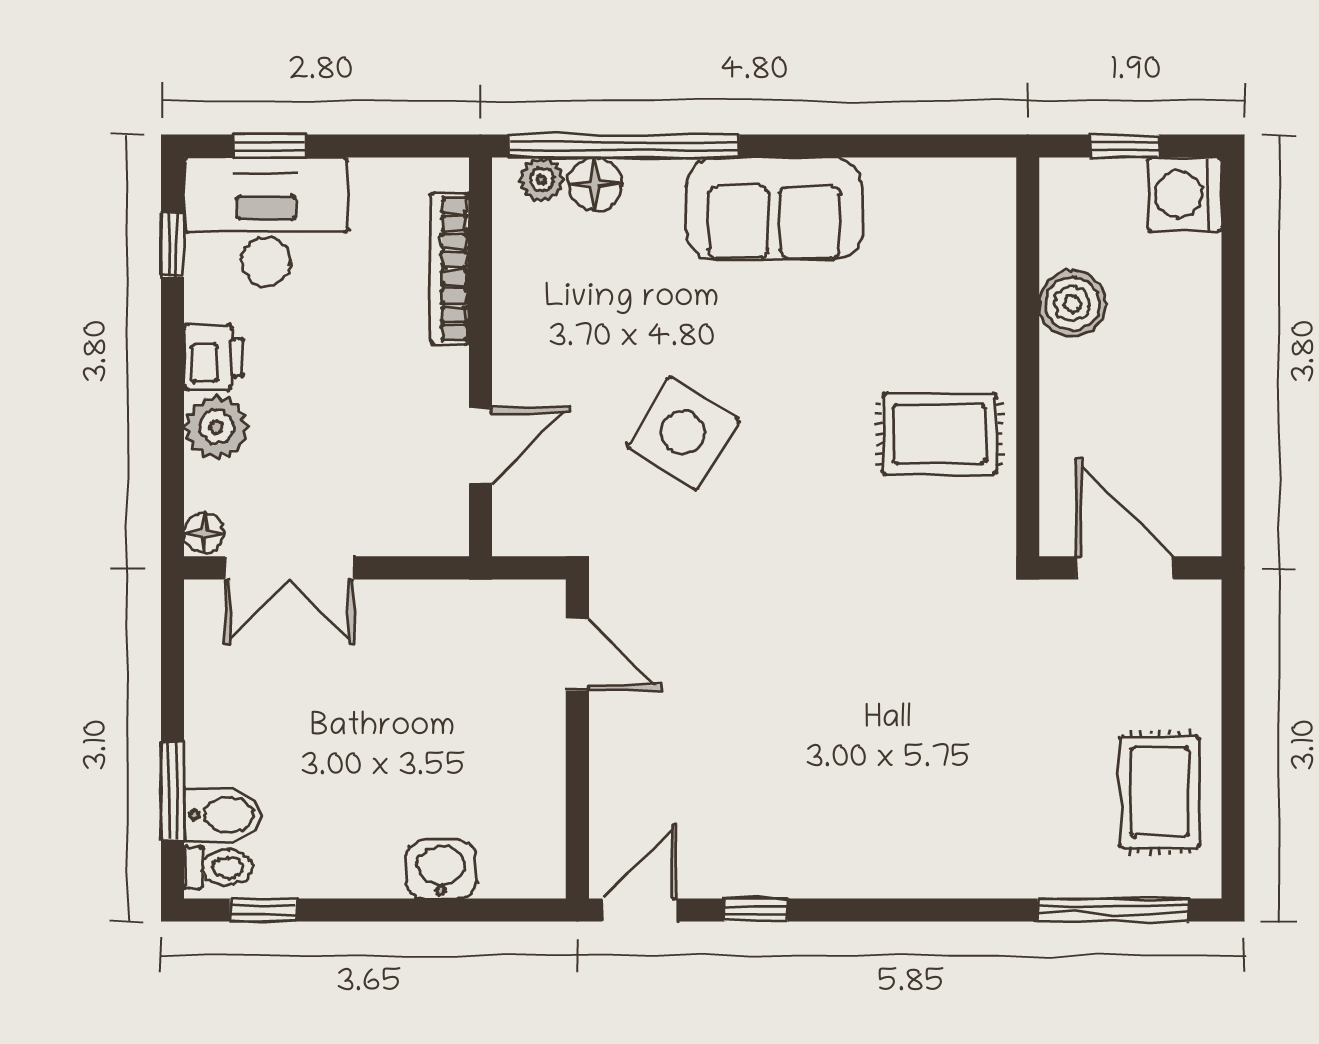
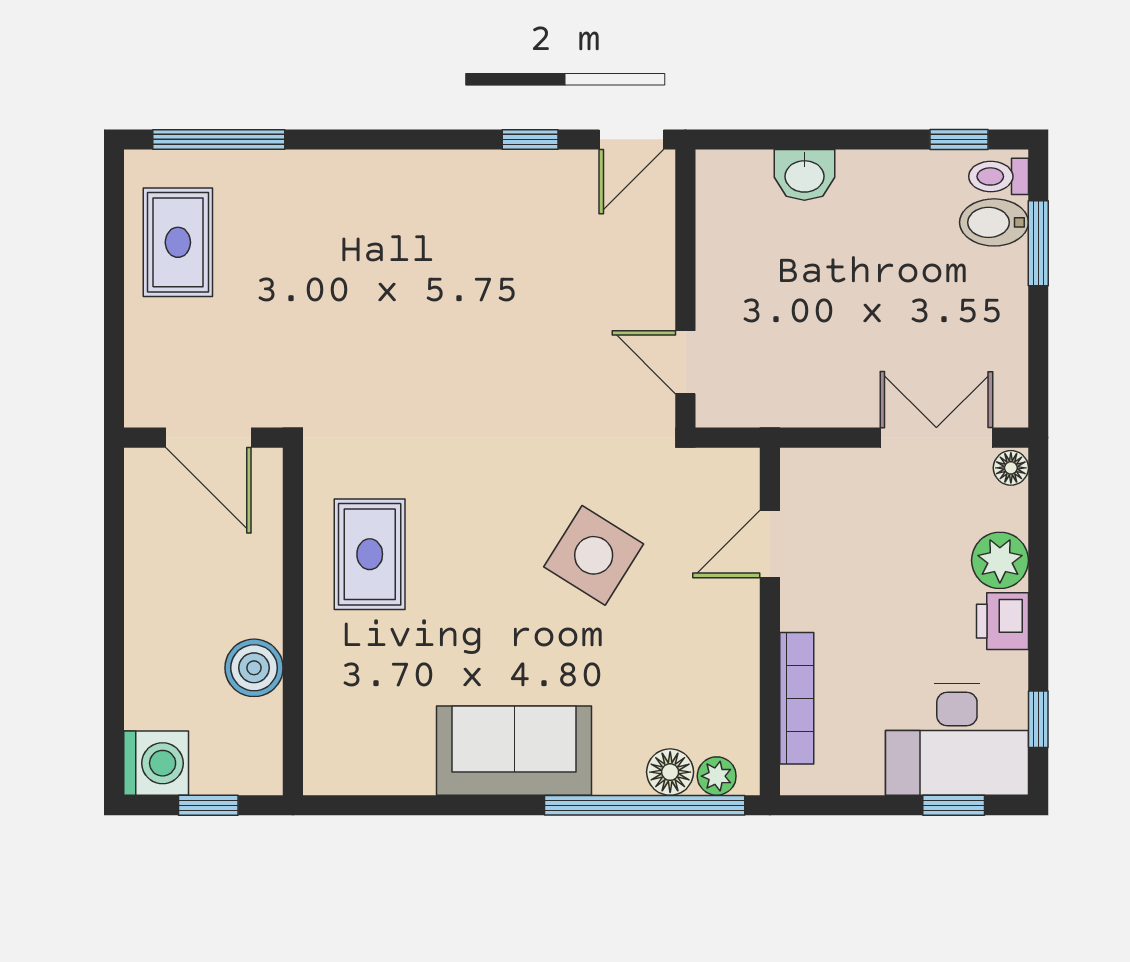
rug: (940, 434) -> (370, 554), turned 90

